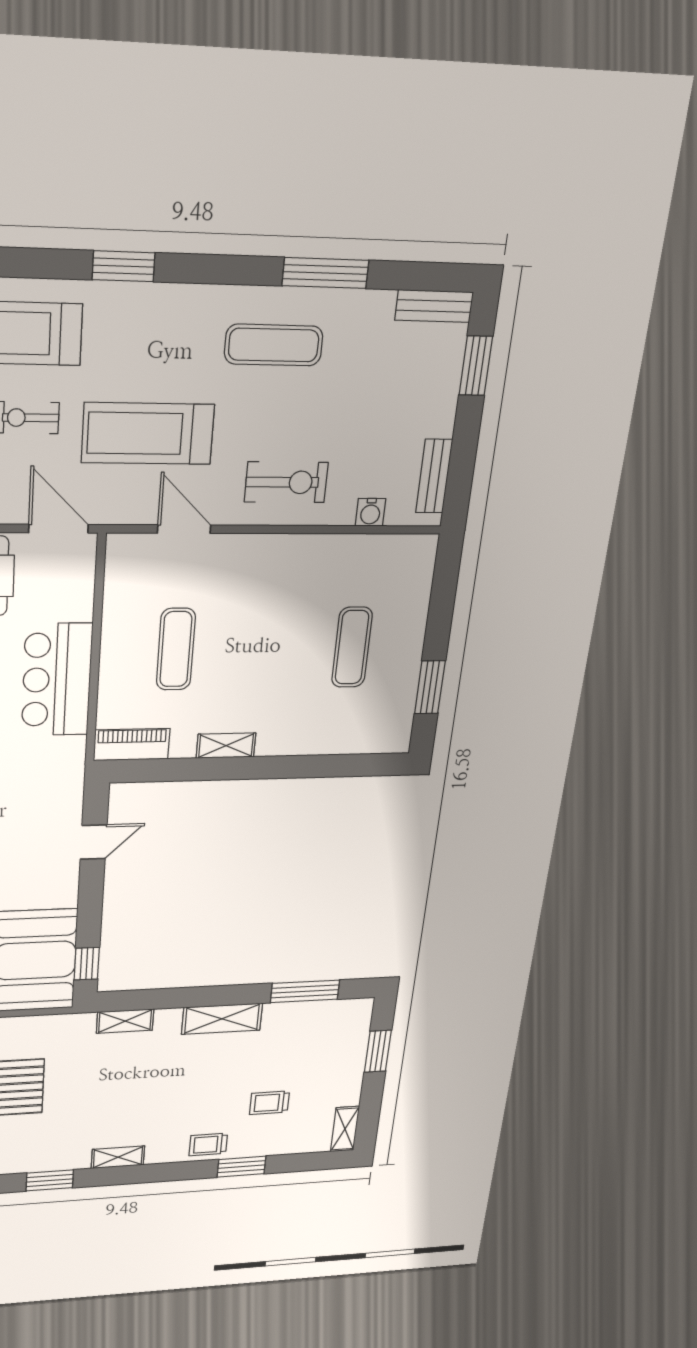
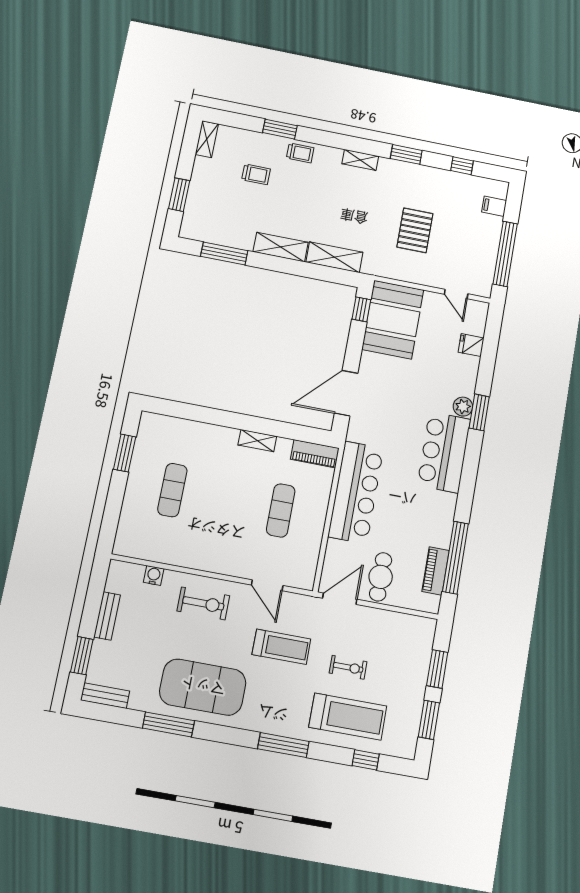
window: (124, 266) -> (283, 745), width x1.44
exercise mat: (274, 345) -> (203, 687), width x2.00, depth x1.45
treadmill: (148, 434) -> (281, 647), width x0.73, depth x0.73
bench: (434, 476) -> (107, 616), moved
exercise bike: (286, 482) -> (203, 603), turned 180
door: (59, 529) -> (340, 599), swing flipped
bar counter: (57, 680) -> (356, 492), width x1.36
door: (94, 842) -> (346, 393), width x1.87
shelving: (125, 1021) -> (334, 257), width x1.50, depth x1.33

